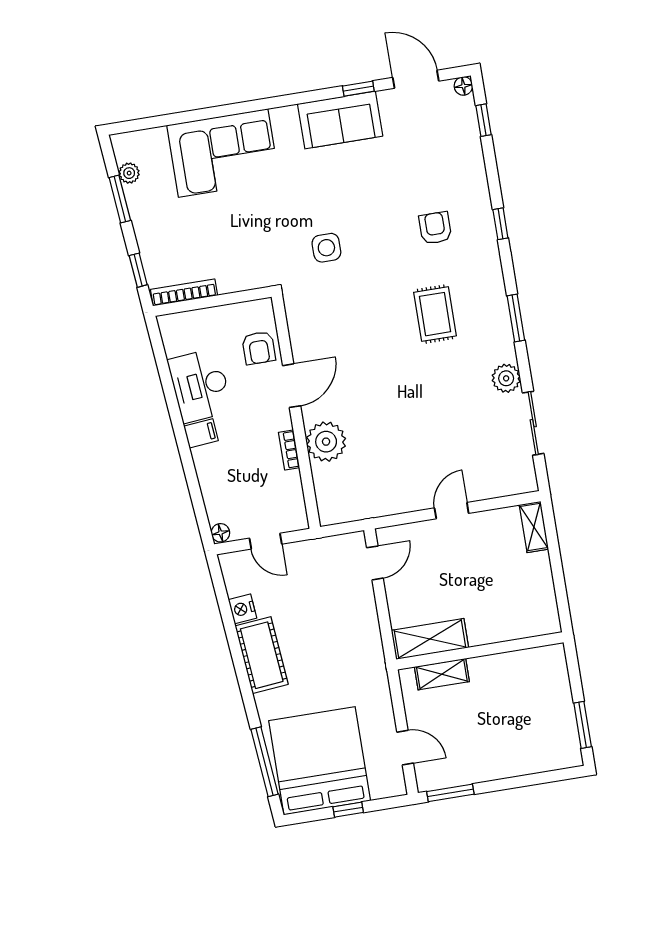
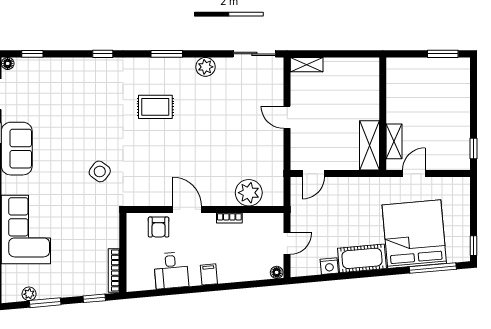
armchair: (435, 228) -> (98, 97), removed
side table: (326, 248) -> (100, 171), turned 37
armchair: (259, 348) -> (159, 227), turned 90
desk: (200, 386) -> (171, 270), width x0.73
sliding door: (533, 423) -> (254, 54), moved
plant: (326, 442) -> (249, 193), moved
door: (375, 563) -> (313, 174), swing flipped
door: (405, 748) -> (414, 174), moved
bed: (320, 761) -> (414, 234), moved, turned 85
window: (450, 793) -> (473, 149), width x0.67
window: (348, 810) -> (473, 246), moved

